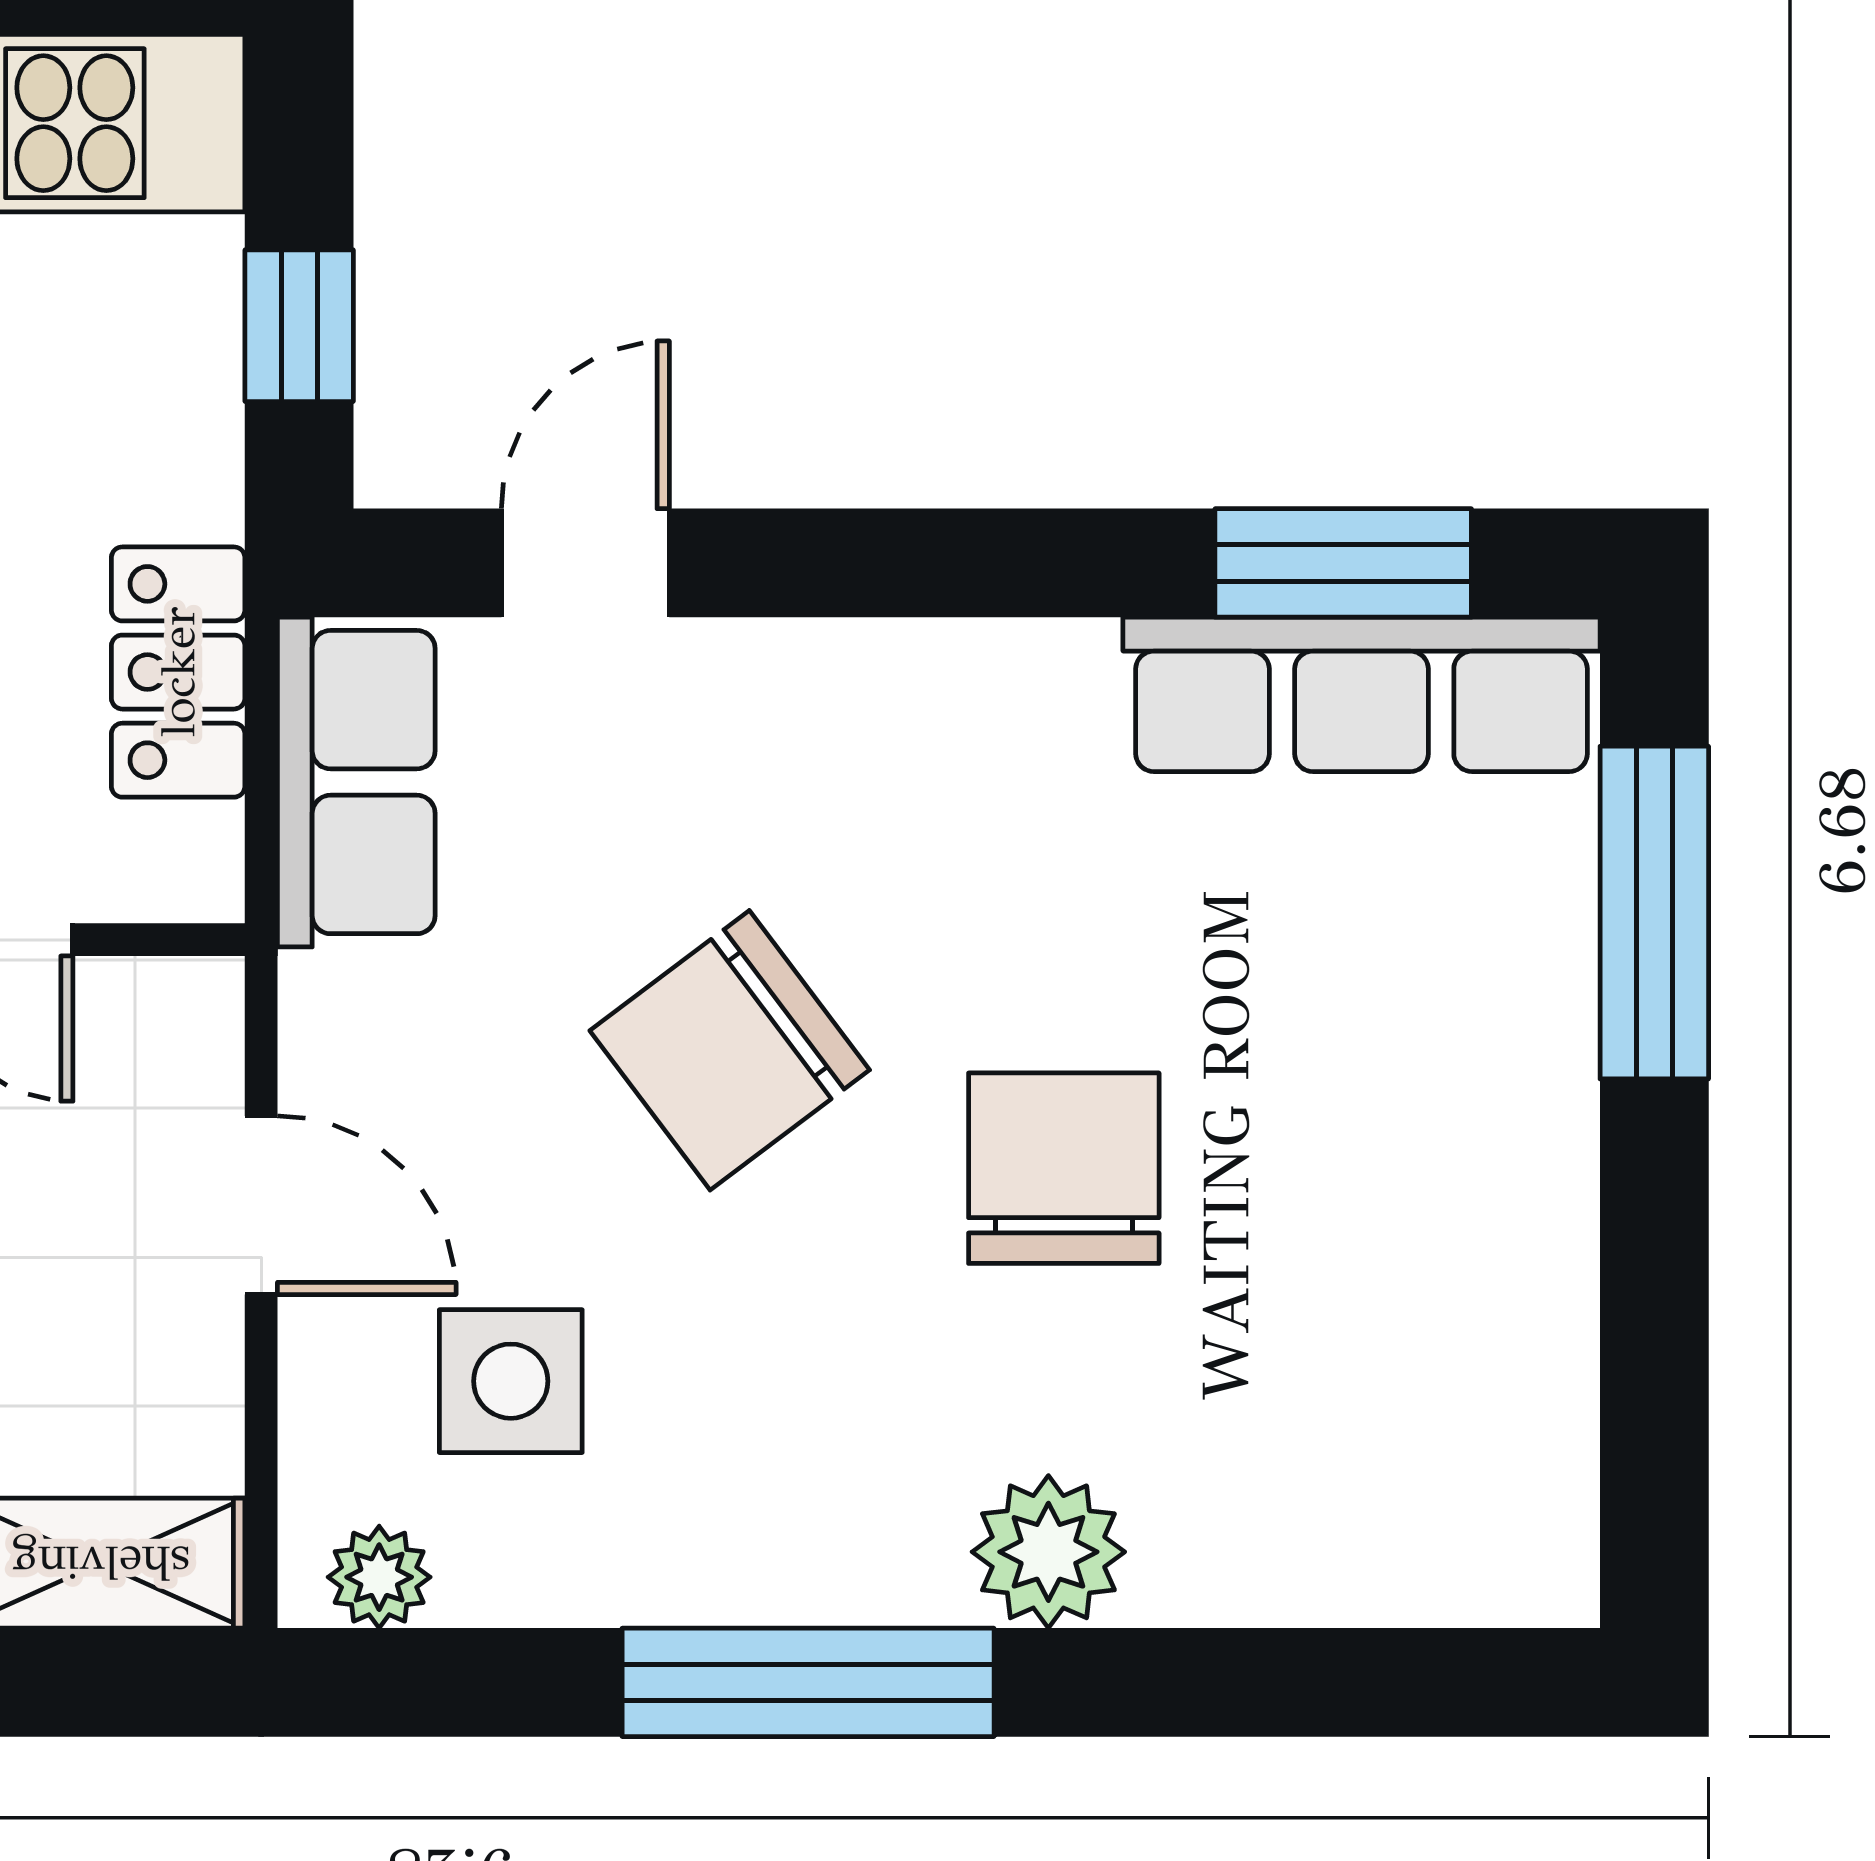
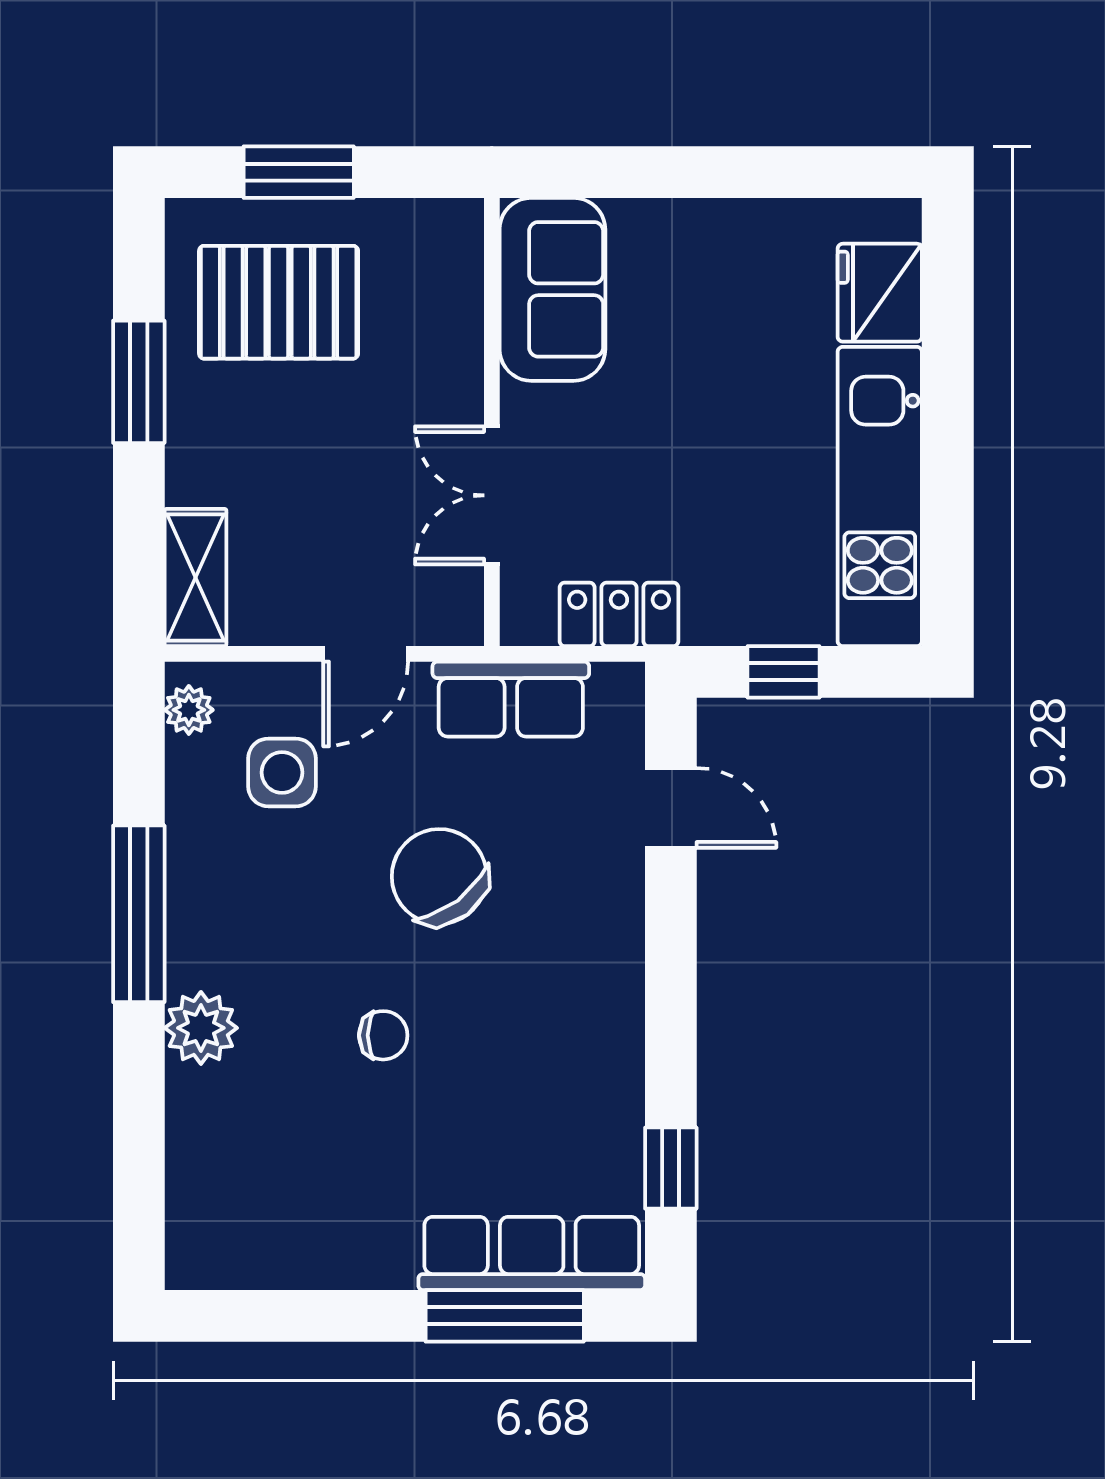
window: (1343, 563) -> (671, 1168), width x0.67
row of seats: (1362, 694) -> (532, 1253), moved, turned 90
row of seats: (356, 782) -> (511, 699), moved
chair: (1064, 1168) -> (383, 1035), width x0.54, depth x0.54

